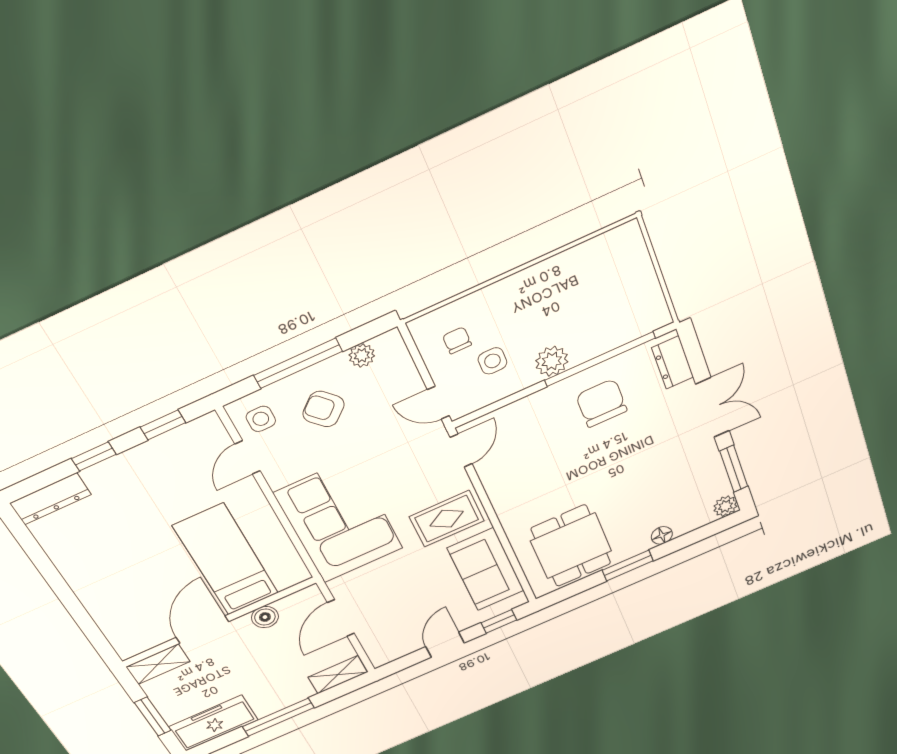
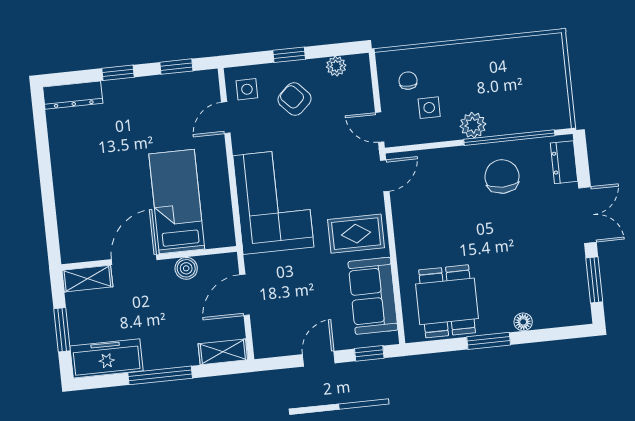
window: (298, 363) -> (289, 55), width x0.46
plant: (726, 506) -> (581, 314), removed

